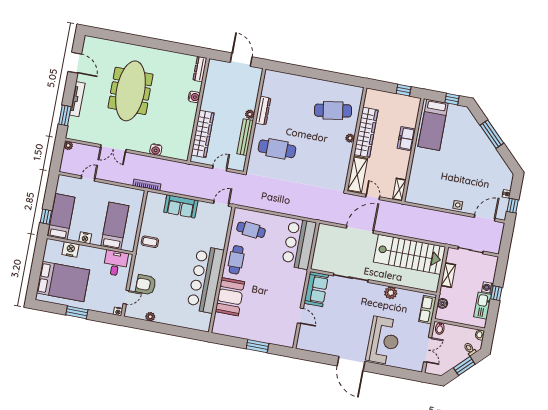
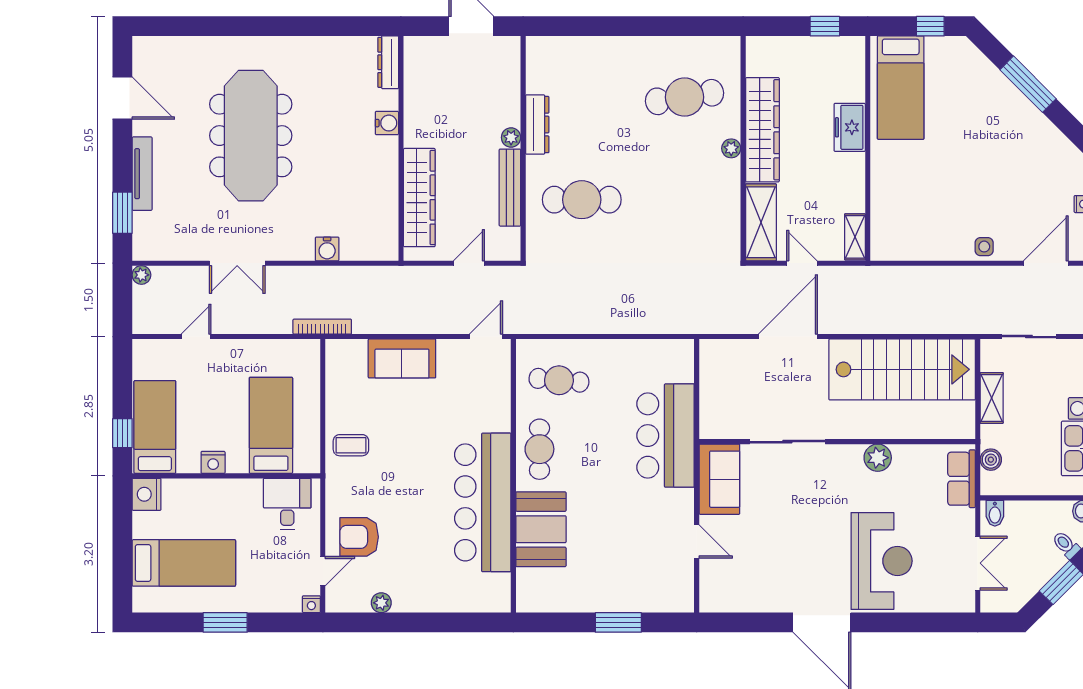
bar counter: (299, 244) -> (666, 436), moved
nightstand: (71, 249) -> (147, 494), moved, turned -90
bed: (63, 282) -> (184, 563), width x0.67

